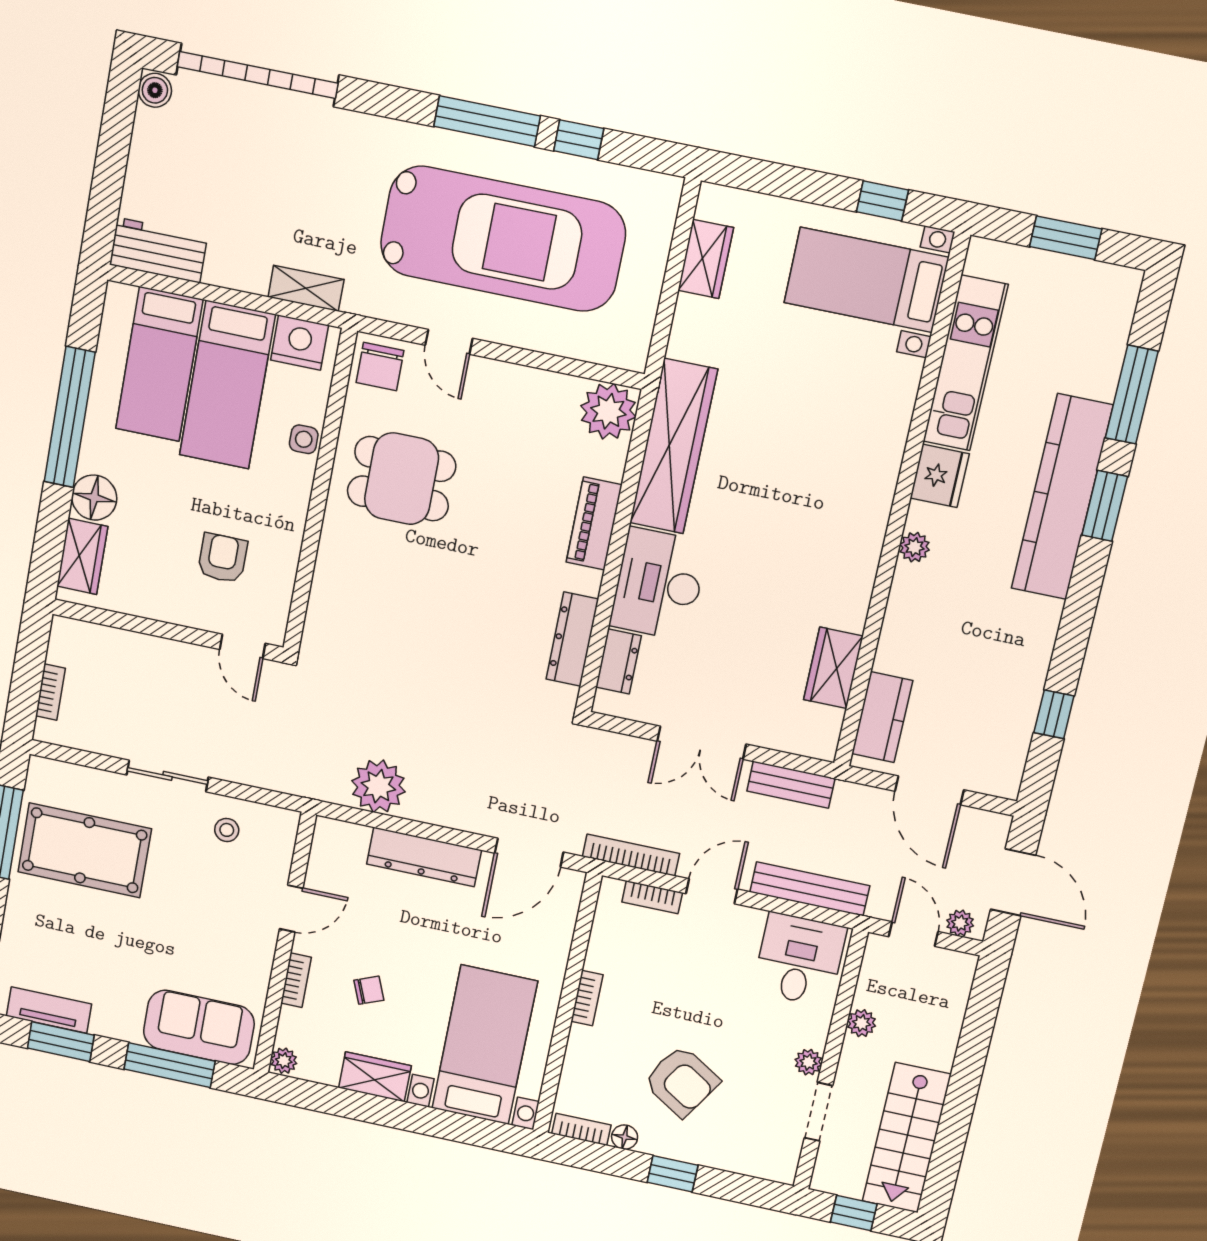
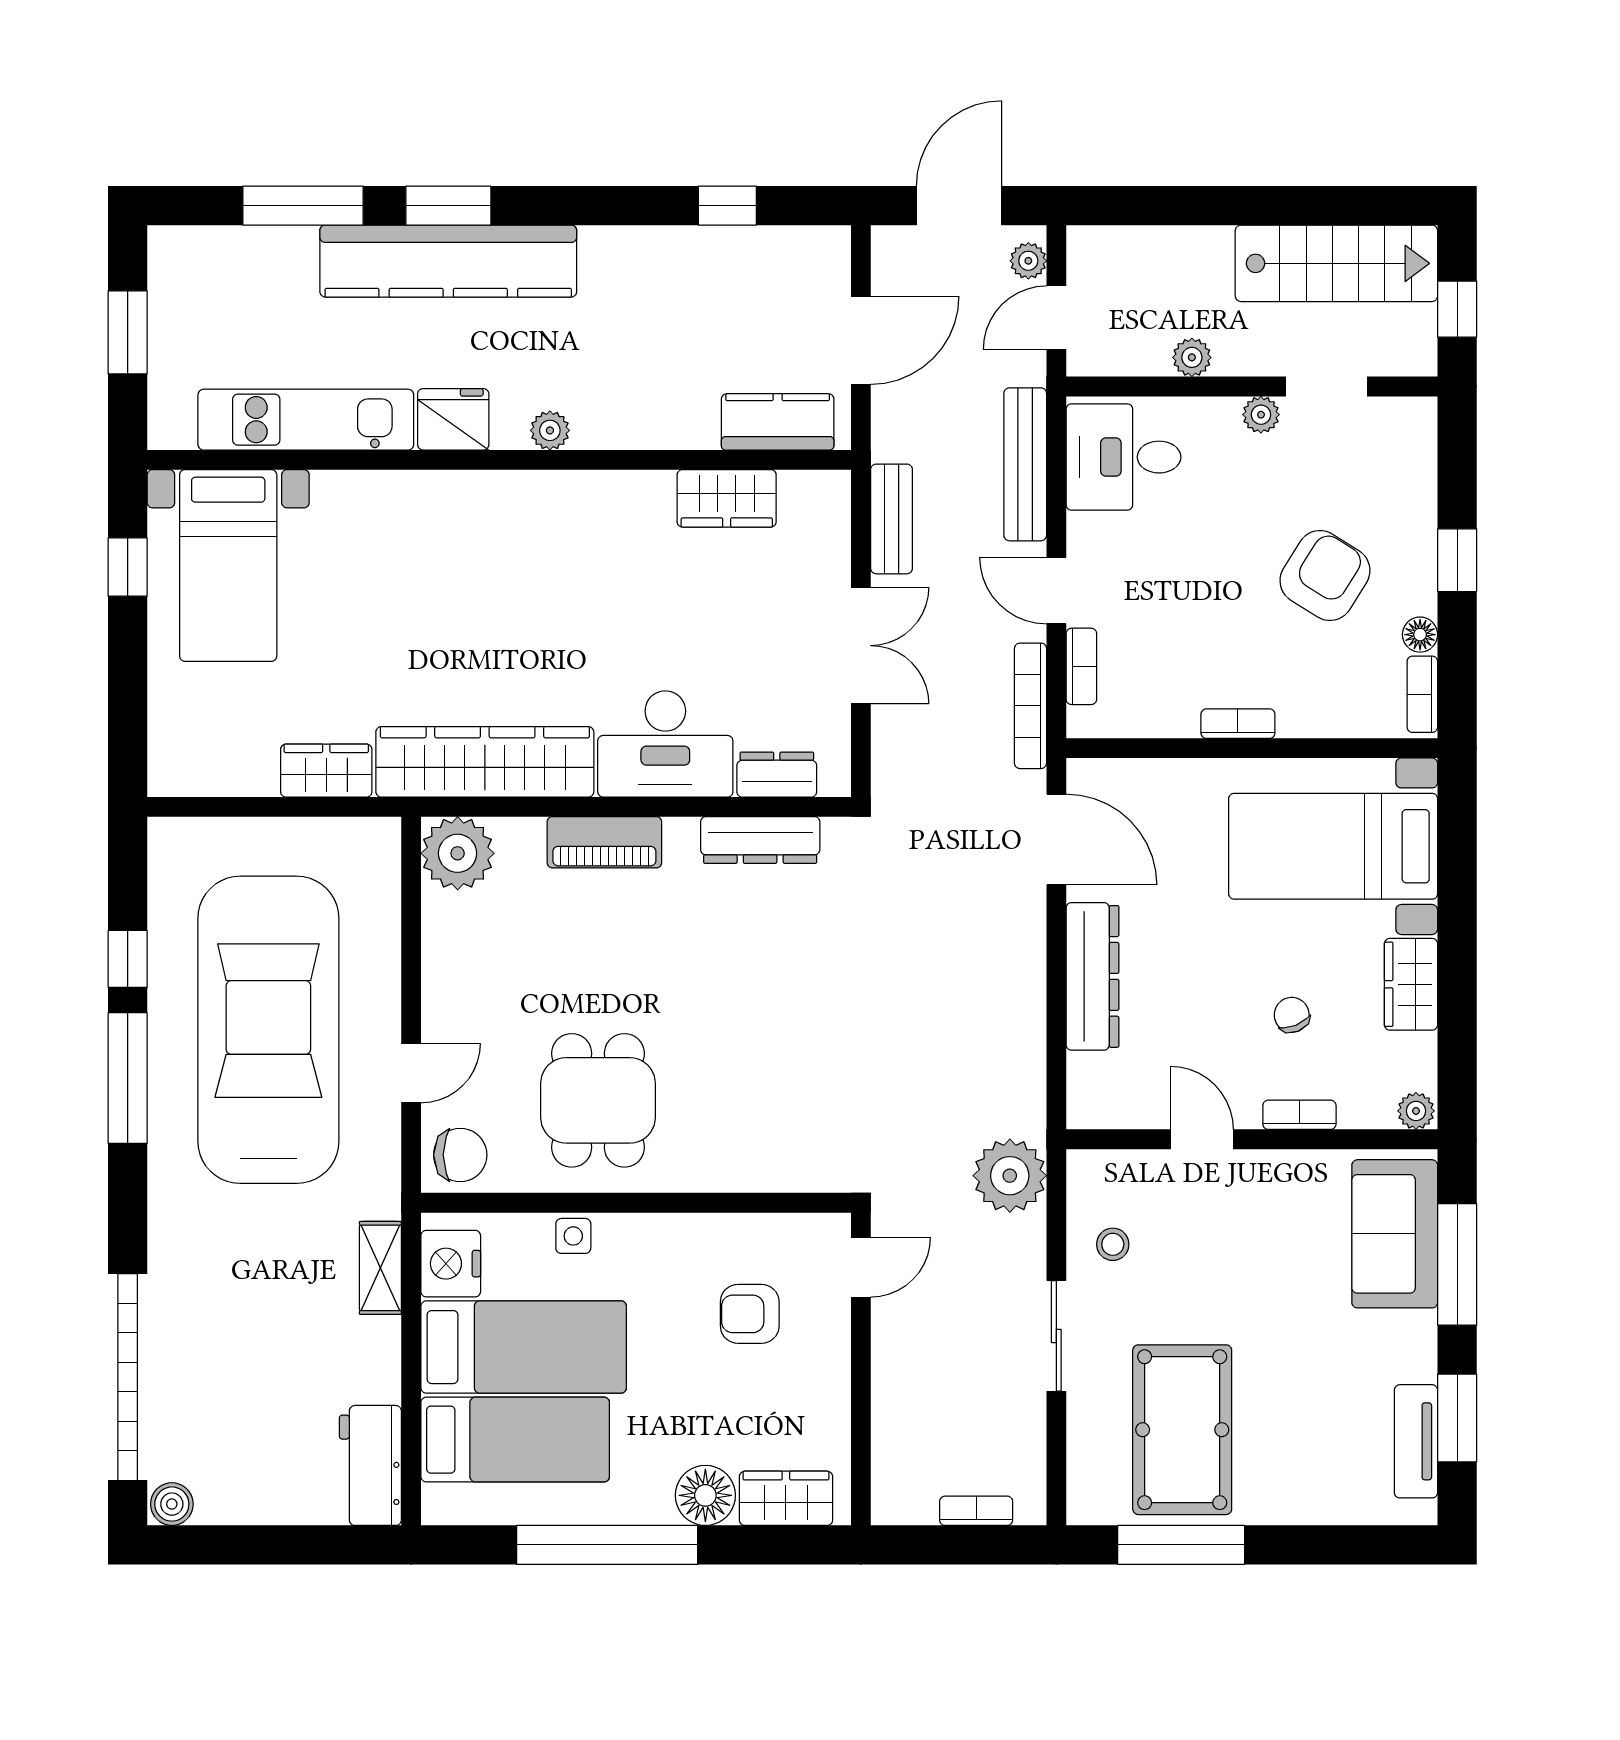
wardrobe: (706, 259) -> (326, 771), moved
plant: (378, 786) -> (1010, 1176), moved

